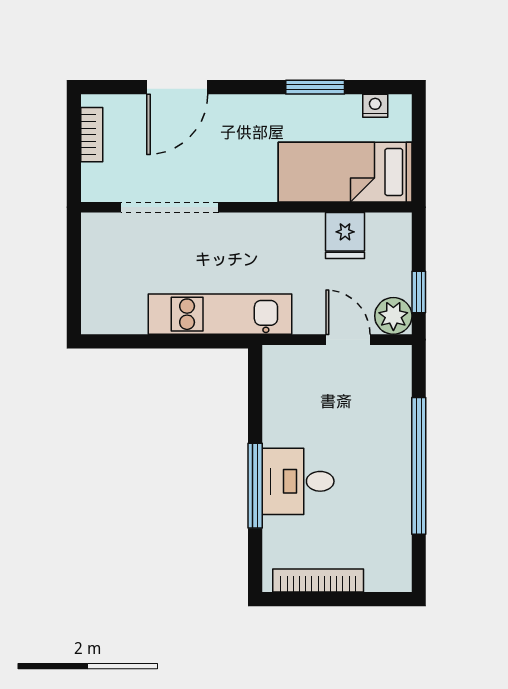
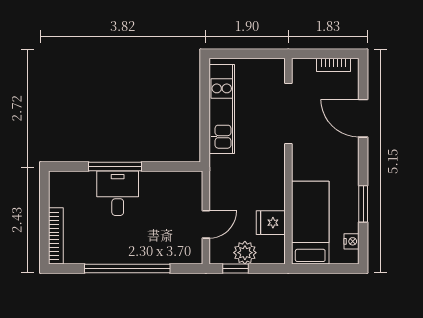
kitchen unit: (220, 314) -> (222, 109), moved
plant: (393, 316) -> (245, 253), moved
bookcase: (318, 580) -> (56, 236), moved

